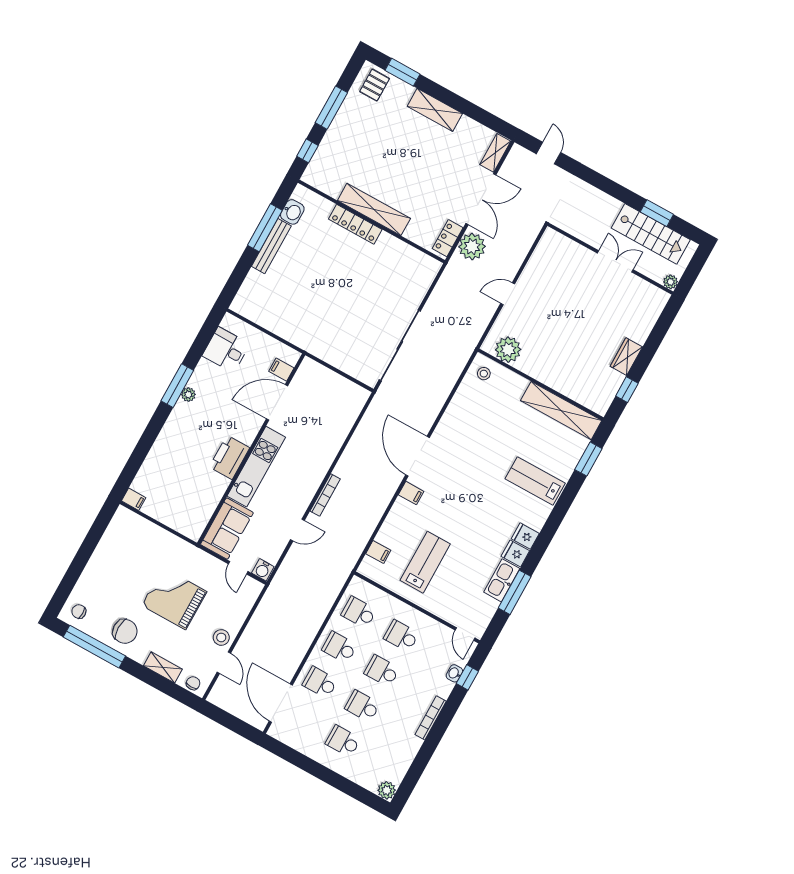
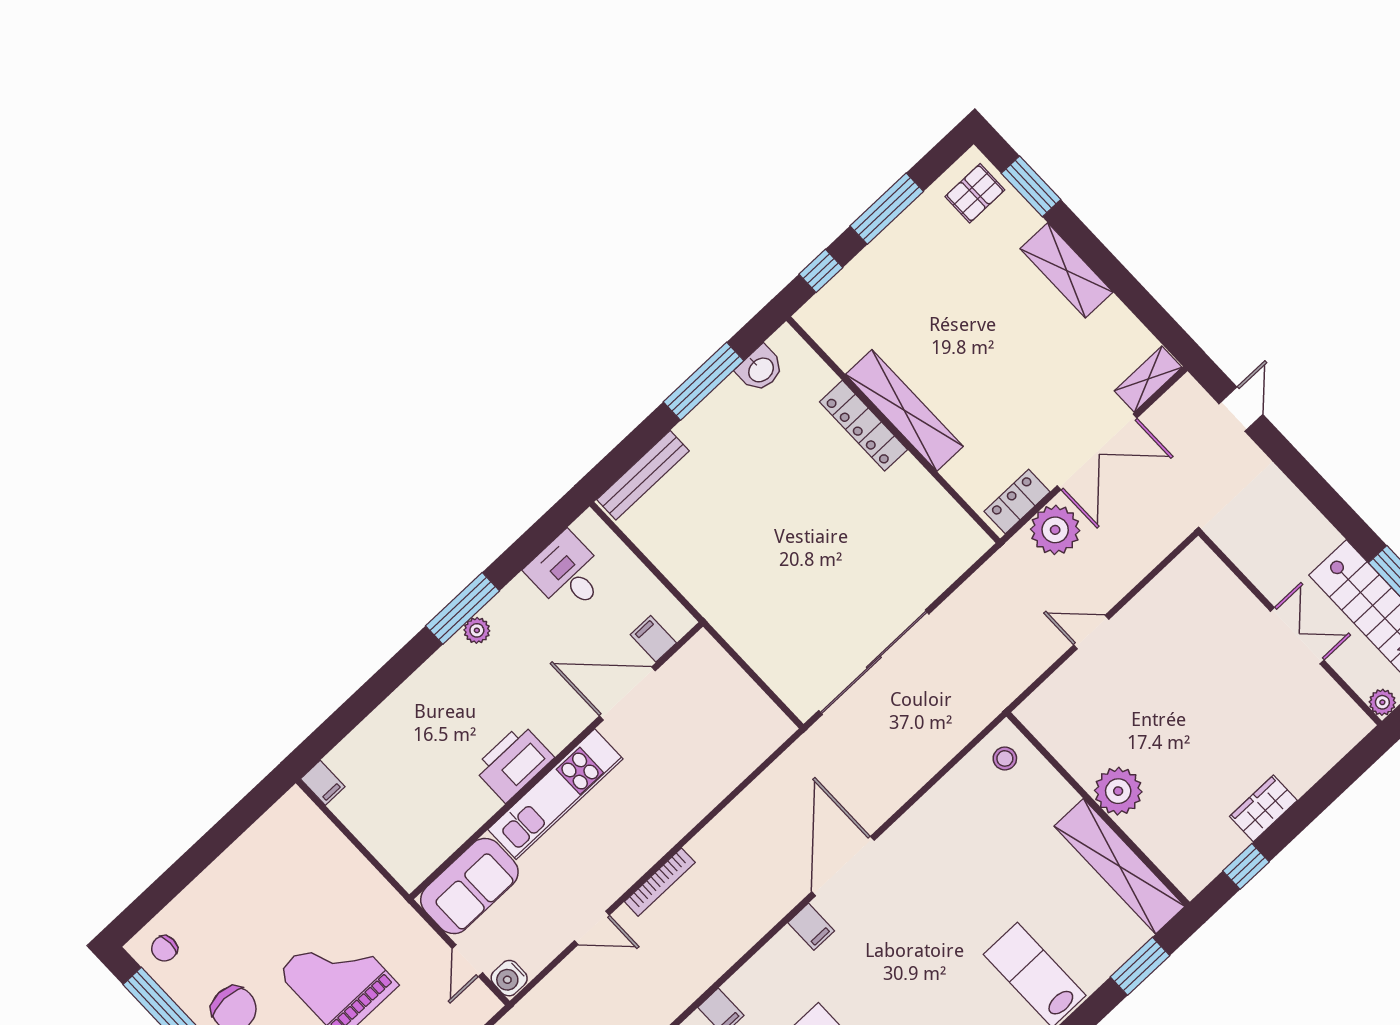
bench: (271, 246) -> (643, 475), moved
plant: (508, 350) -> (1118, 791), moved
chair: (79, 612) -> (164, 948), turned -91

